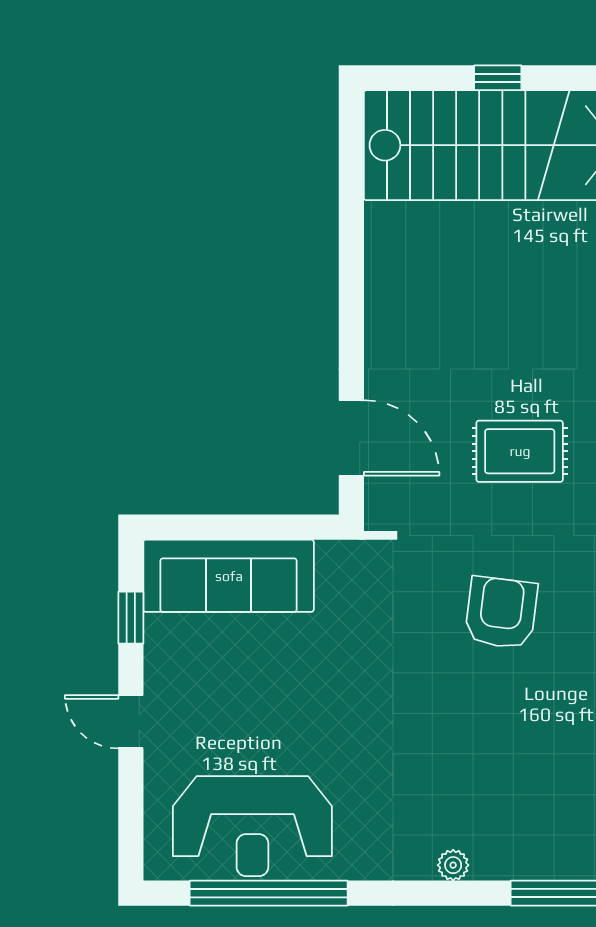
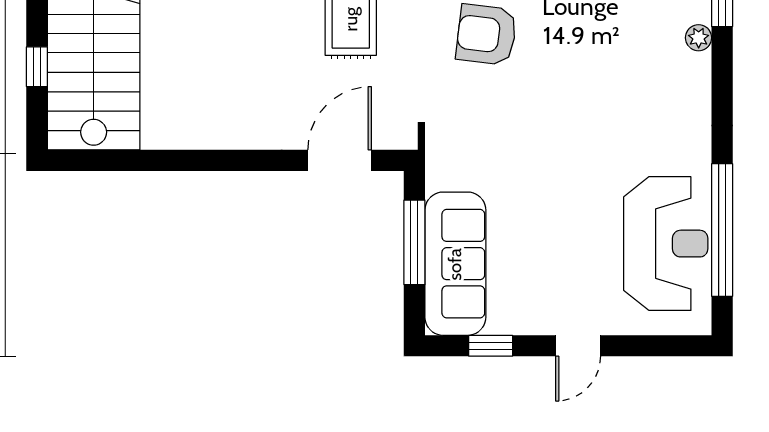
window: (498, 78) -> (37, 67), moved
window: (254, 527) -> (414, 242), added
plant: (453, 865) -> (699, 38), moved

